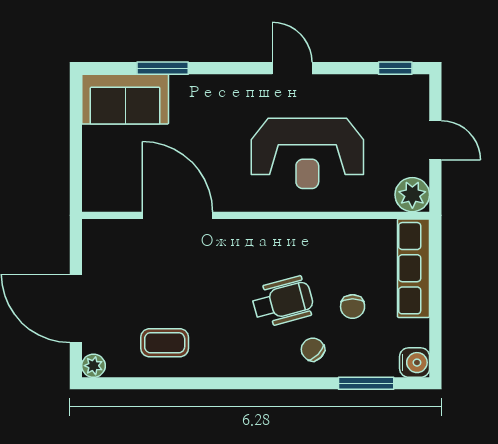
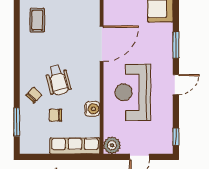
window: (163, 68) -> (176, 45), moved
door: (178, 215) -> (102, 44), moved
water cooler: (415, 363) -> (92, 109), moved, turned -90

